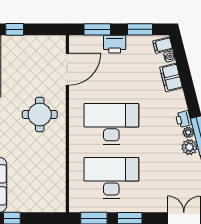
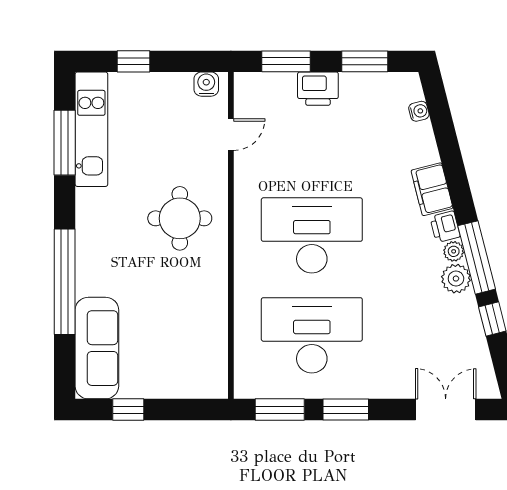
water cooler: (54, 42) -> (206, 84), added
filing cabinet: (163, 45) -> (407, 90), removed
door: (67, 69) -> (231, 135), width x0.53
filing cabinet: (171, 77) -> (432, 189), moved

